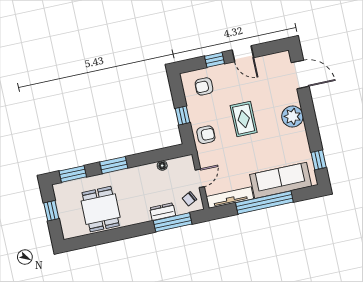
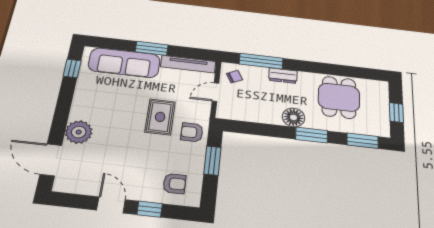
window: (183, 115) -> (212, 161), width x1.50
plant: (292, 117) -> (79, 132), moved
rug: (244, 119) -> (160, 117), moved
floor lamp: (162, 166) -> (294, 117), moved, width x1.89, depth x1.89
window: (264, 202) -> (152, 48), width x0.47
dresser: (163, 212) -> (283, 76), moved

